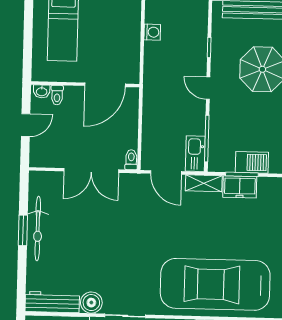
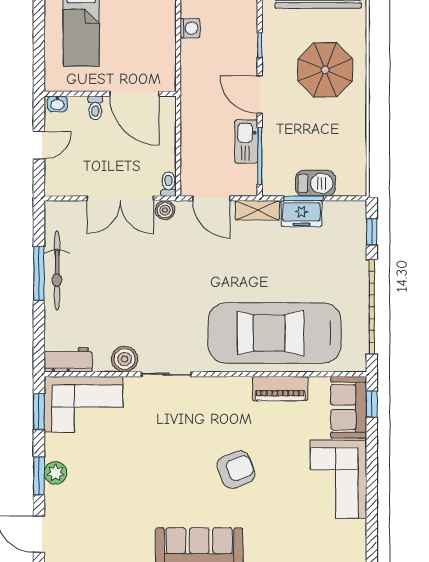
door: (105, 85) -> (134, 94), hinge flipped
door: (208, 88) -> (260, 95), width x1.38
toilet: (57, 95) -> (95, 108), moved
kitchen sink: (195, 154) -> (246, 141), moved
boiler: (128, 181) -> (165, 210), added
window: (23, 230) -> (39, 273), width x1.44
workbench: (52, 302) -> (68, 360), width x0.73

